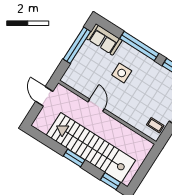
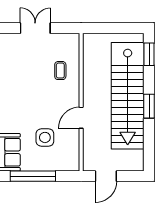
side table: (122, 73) -> (45, 137), moved
coffee table: (155, 125) -> (60, 71), moved

